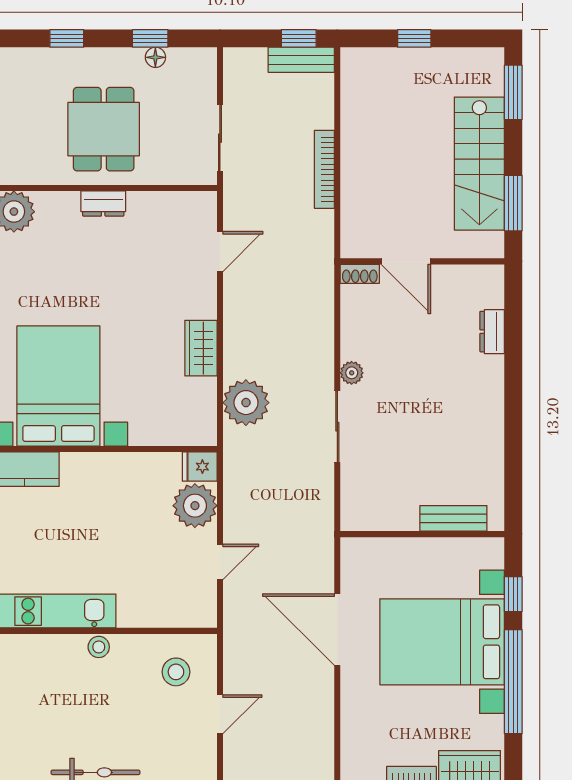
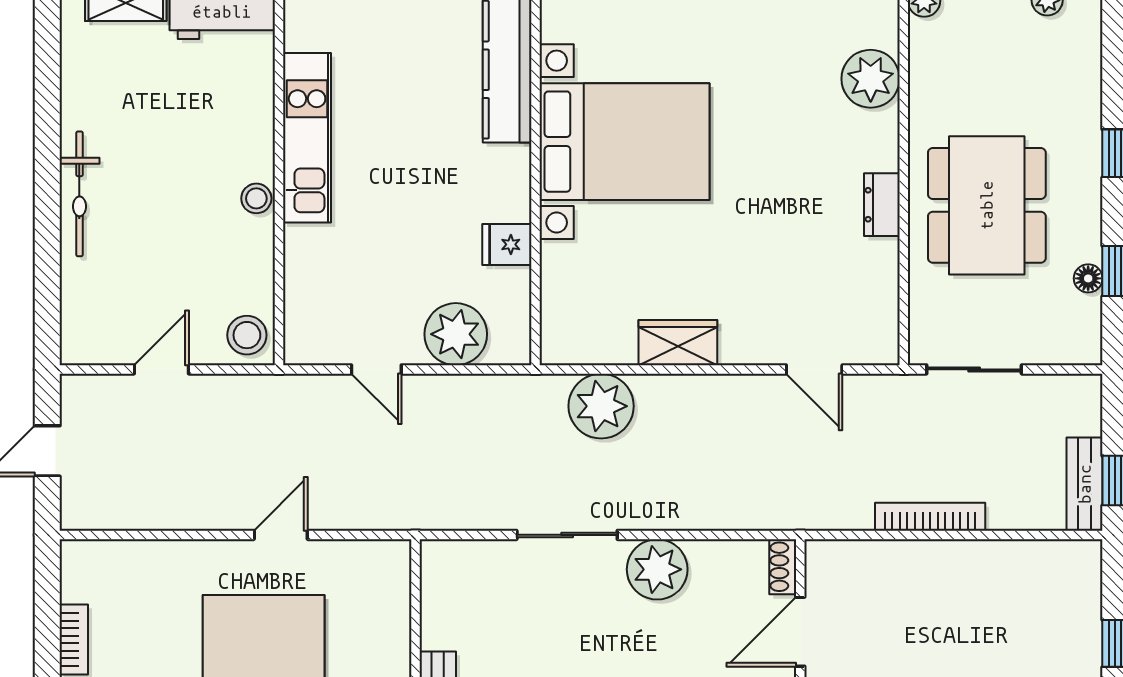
dining table: (104, 129) -> (987, 205), width x1.38
plant: (352, 373) -> (657, 569), width x1.87, depth x1.87
fridge: (200, 467) -> (507, 244), moved, turned -90
door: (337, 630) -> (281, 535), width x0.53
stool: (176, 672) -> (247, 335), moved
door: (220, 714) -> (161, 369), swing flipped

